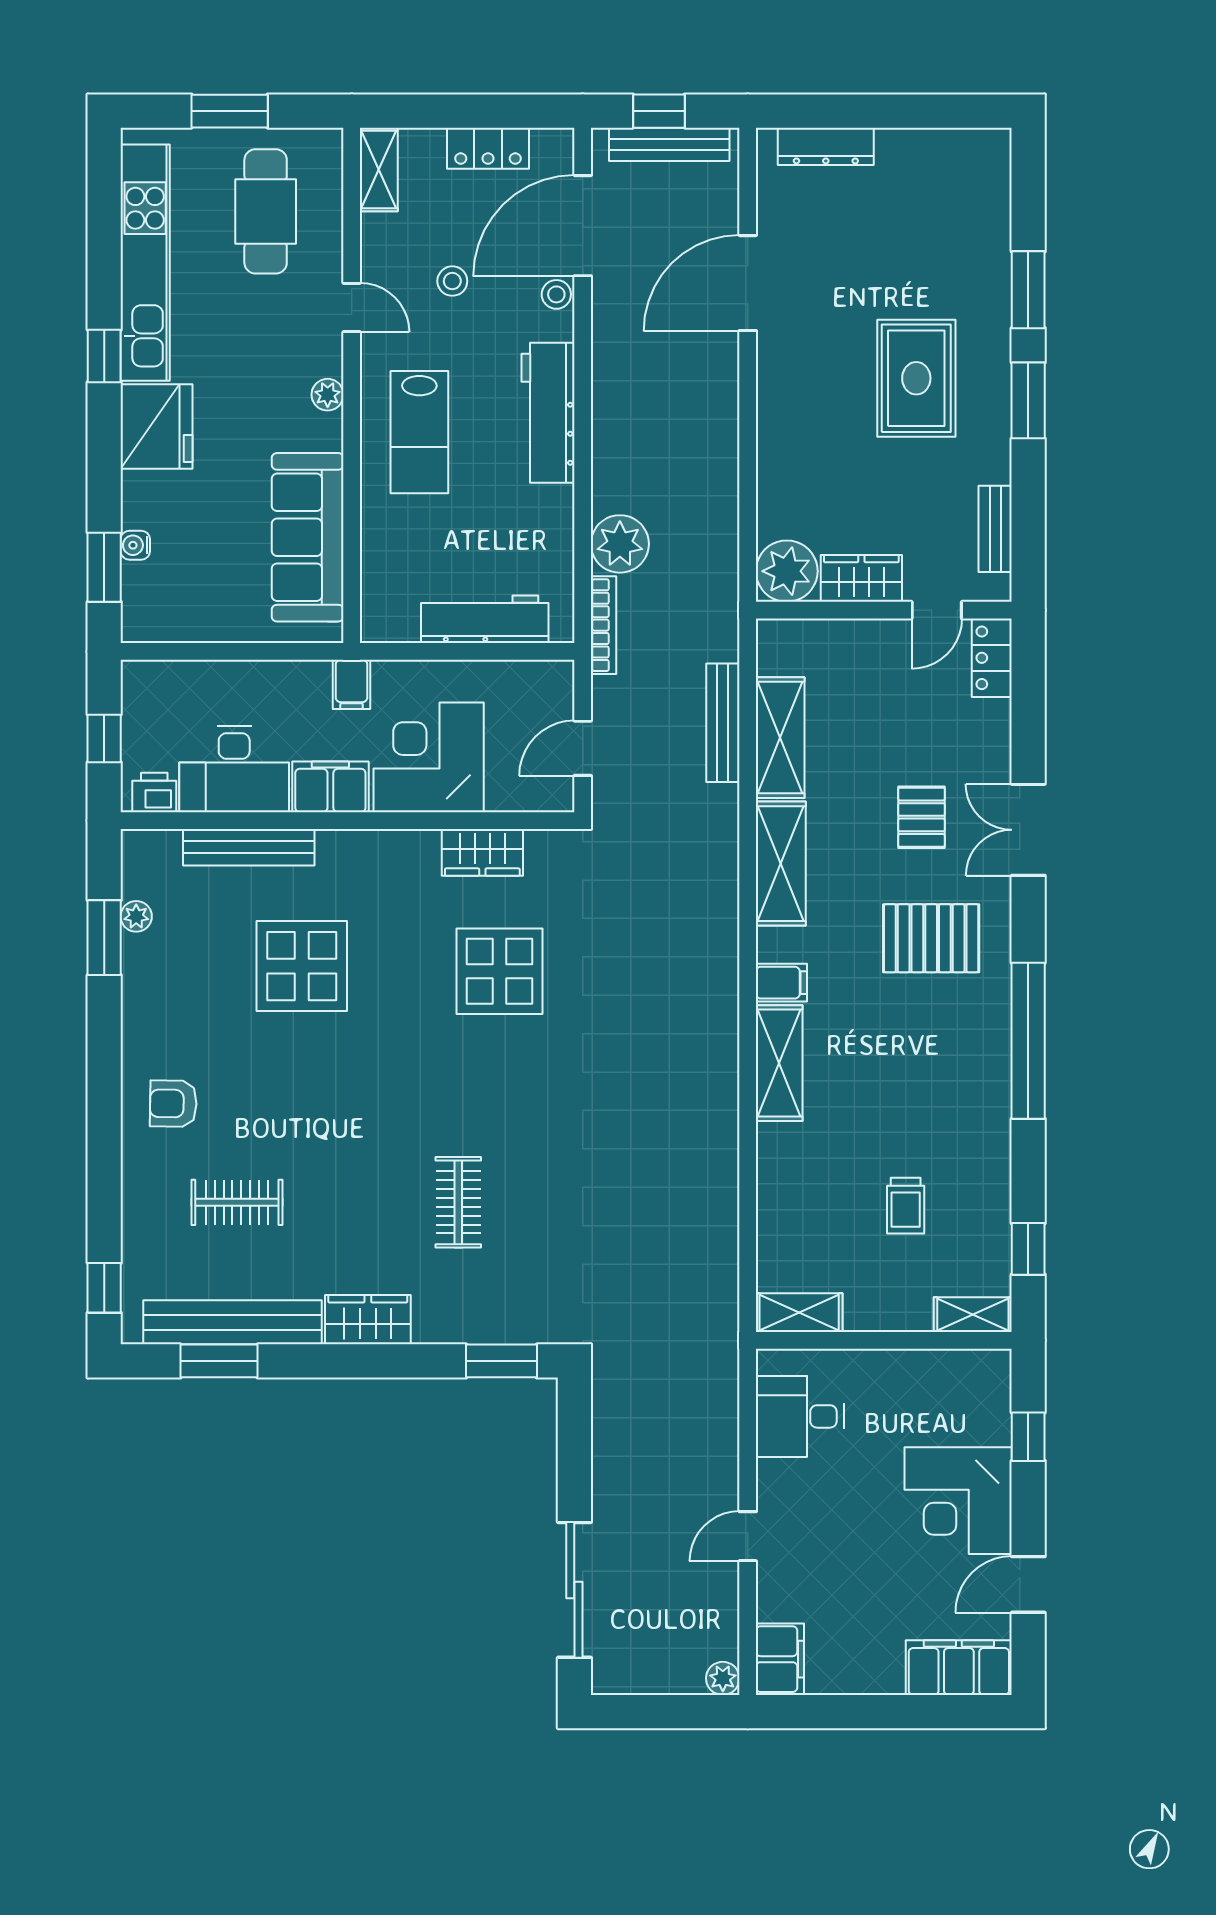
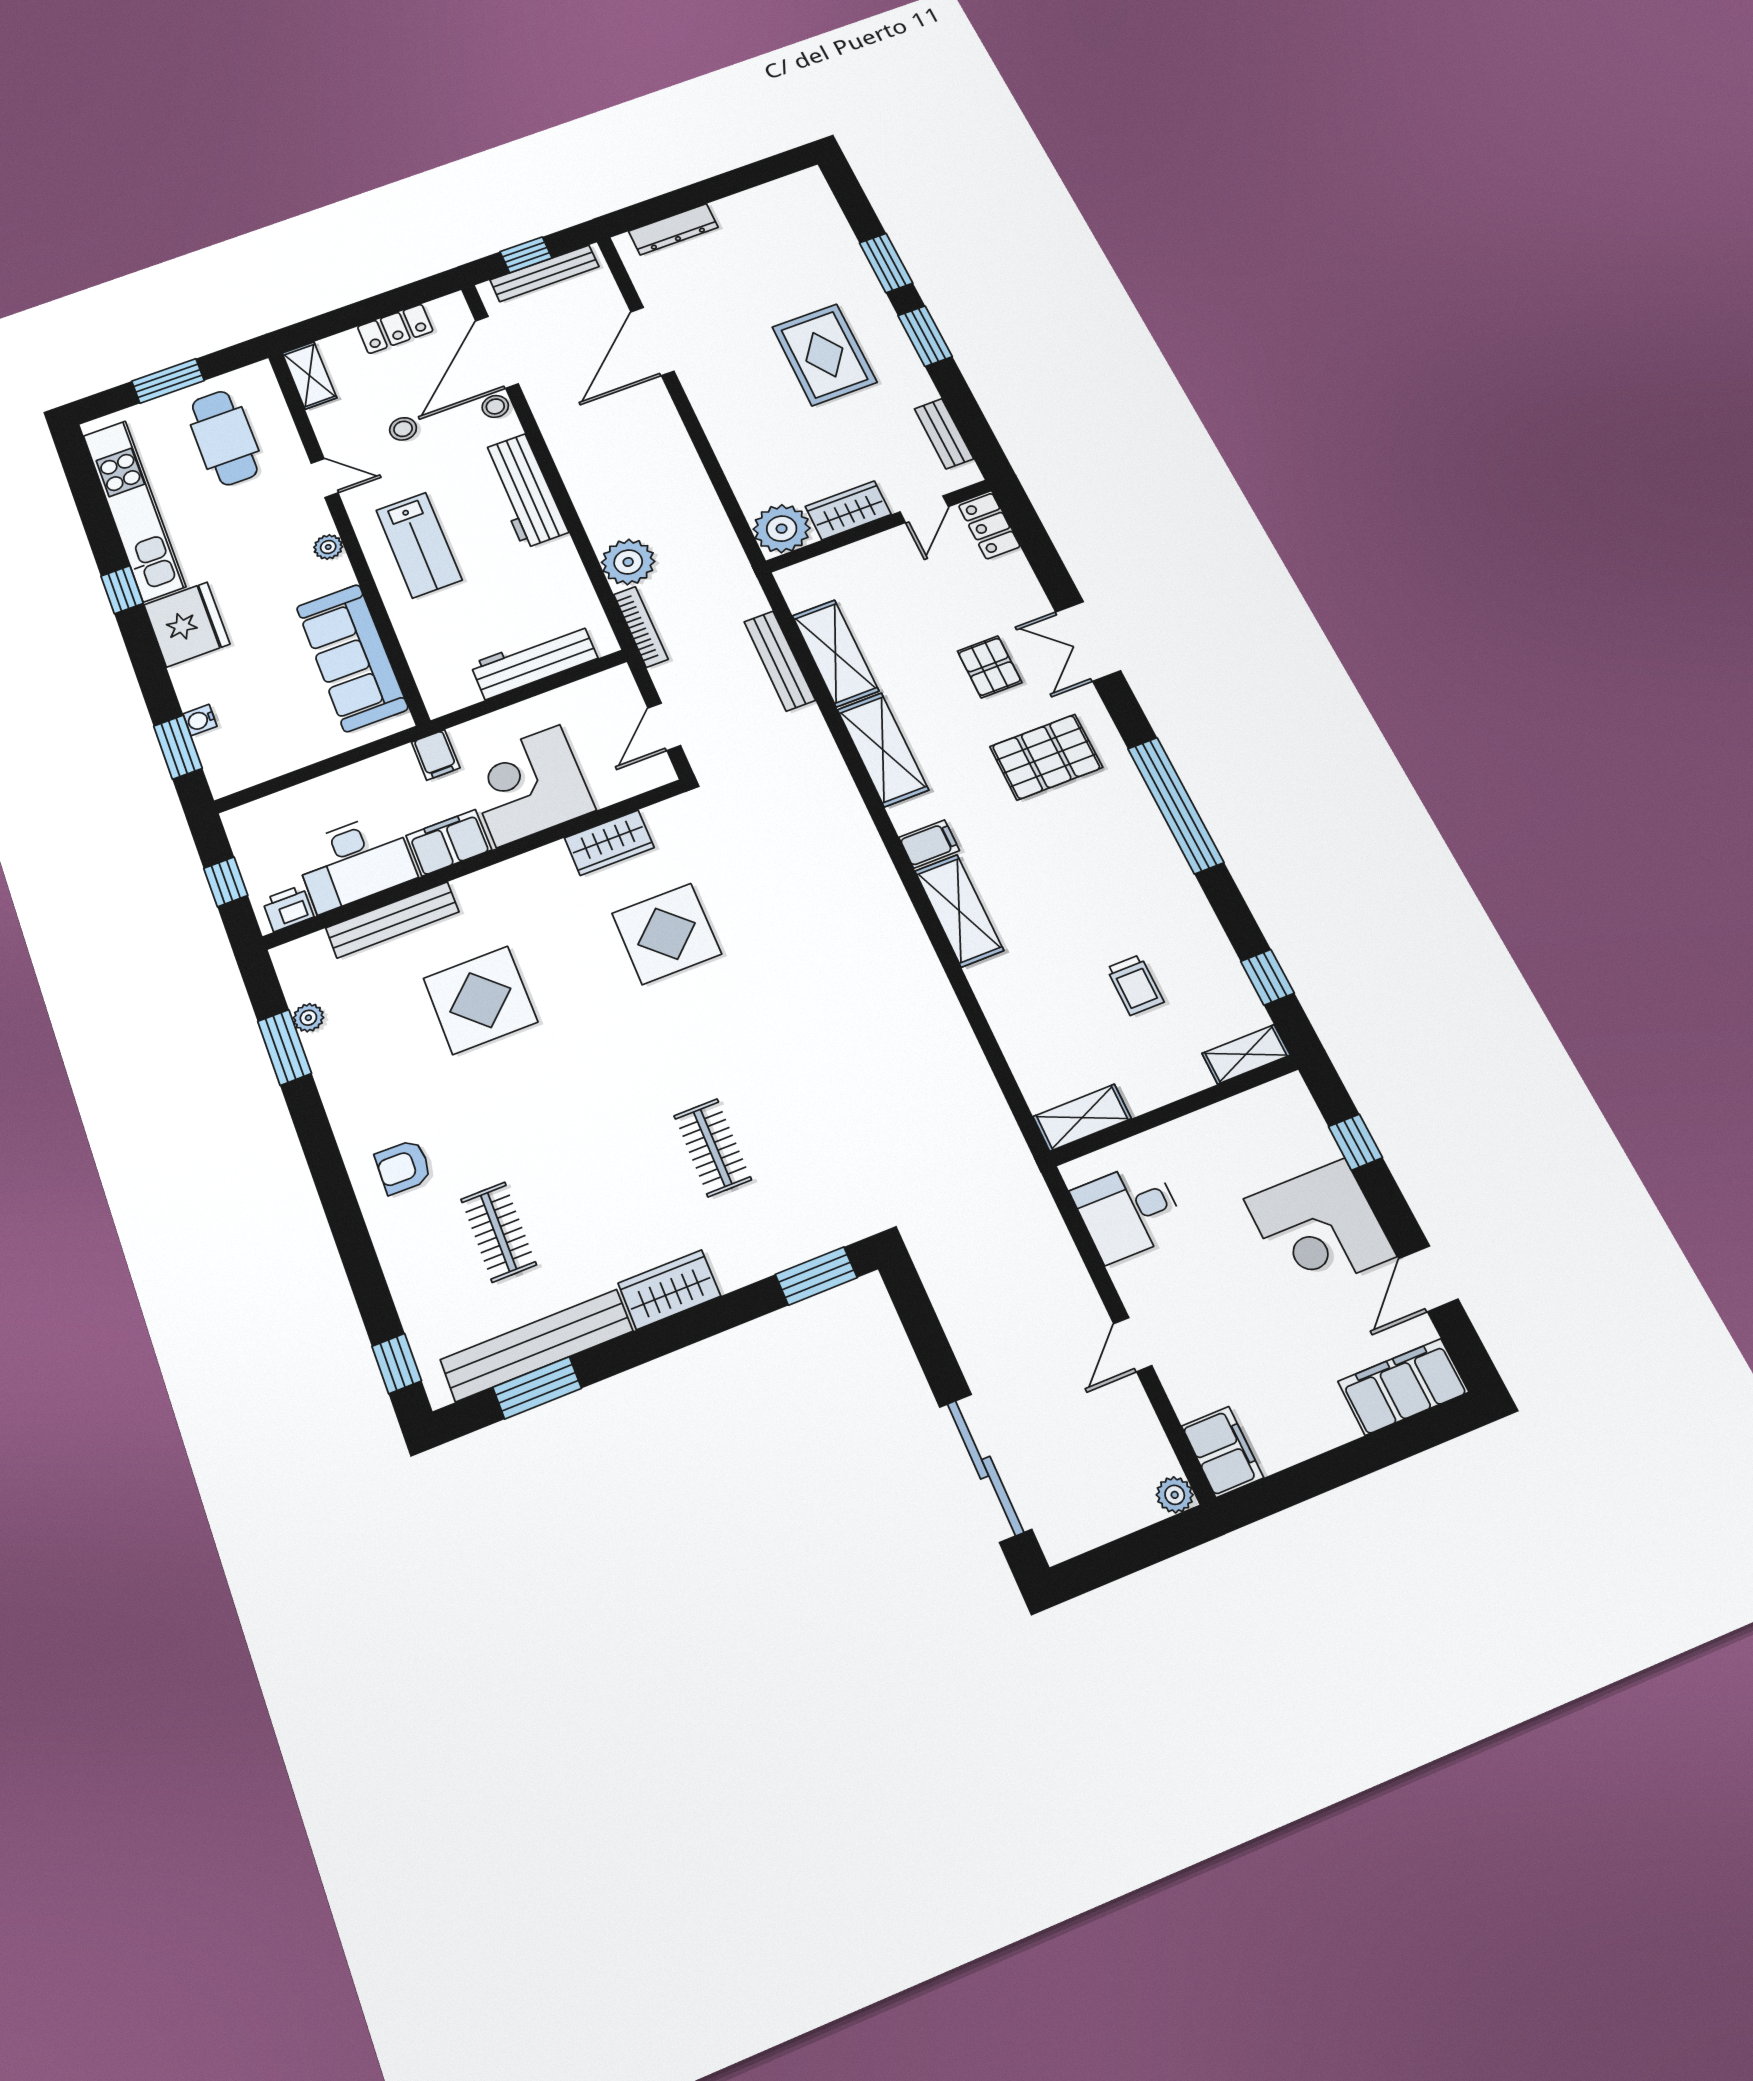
clothes rail: (237, 1202) -> (498, 1232), turned 90

